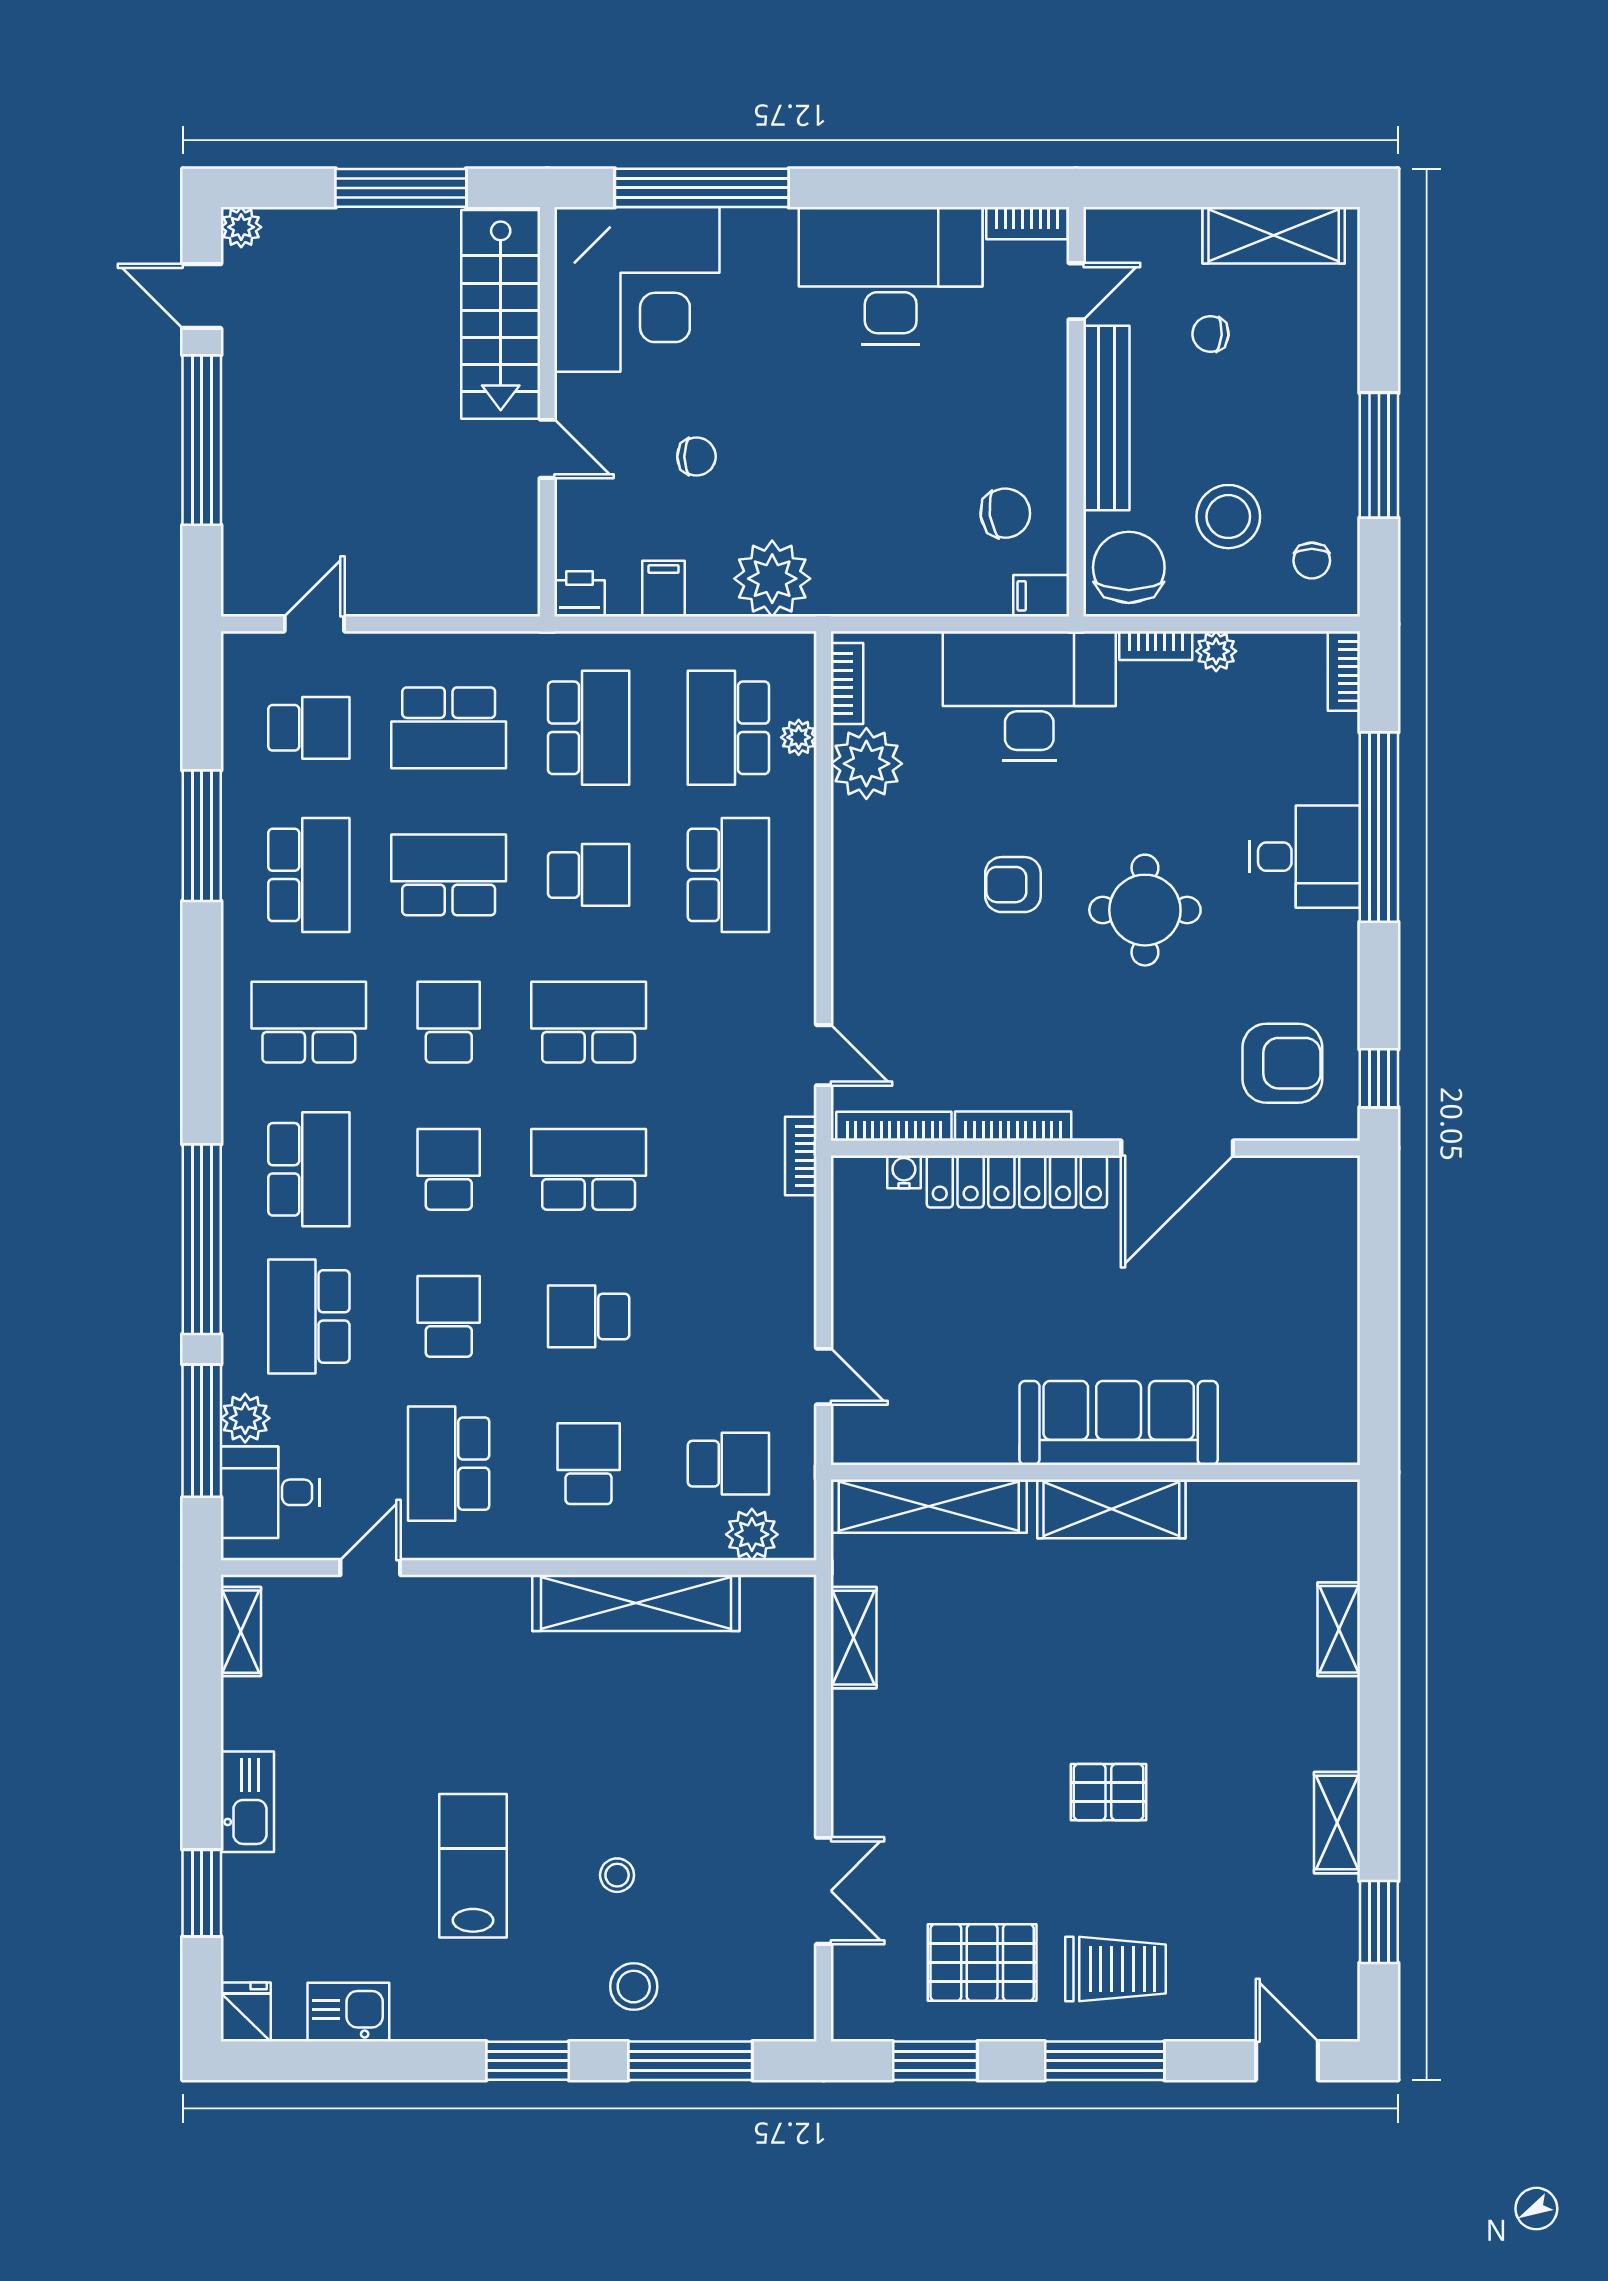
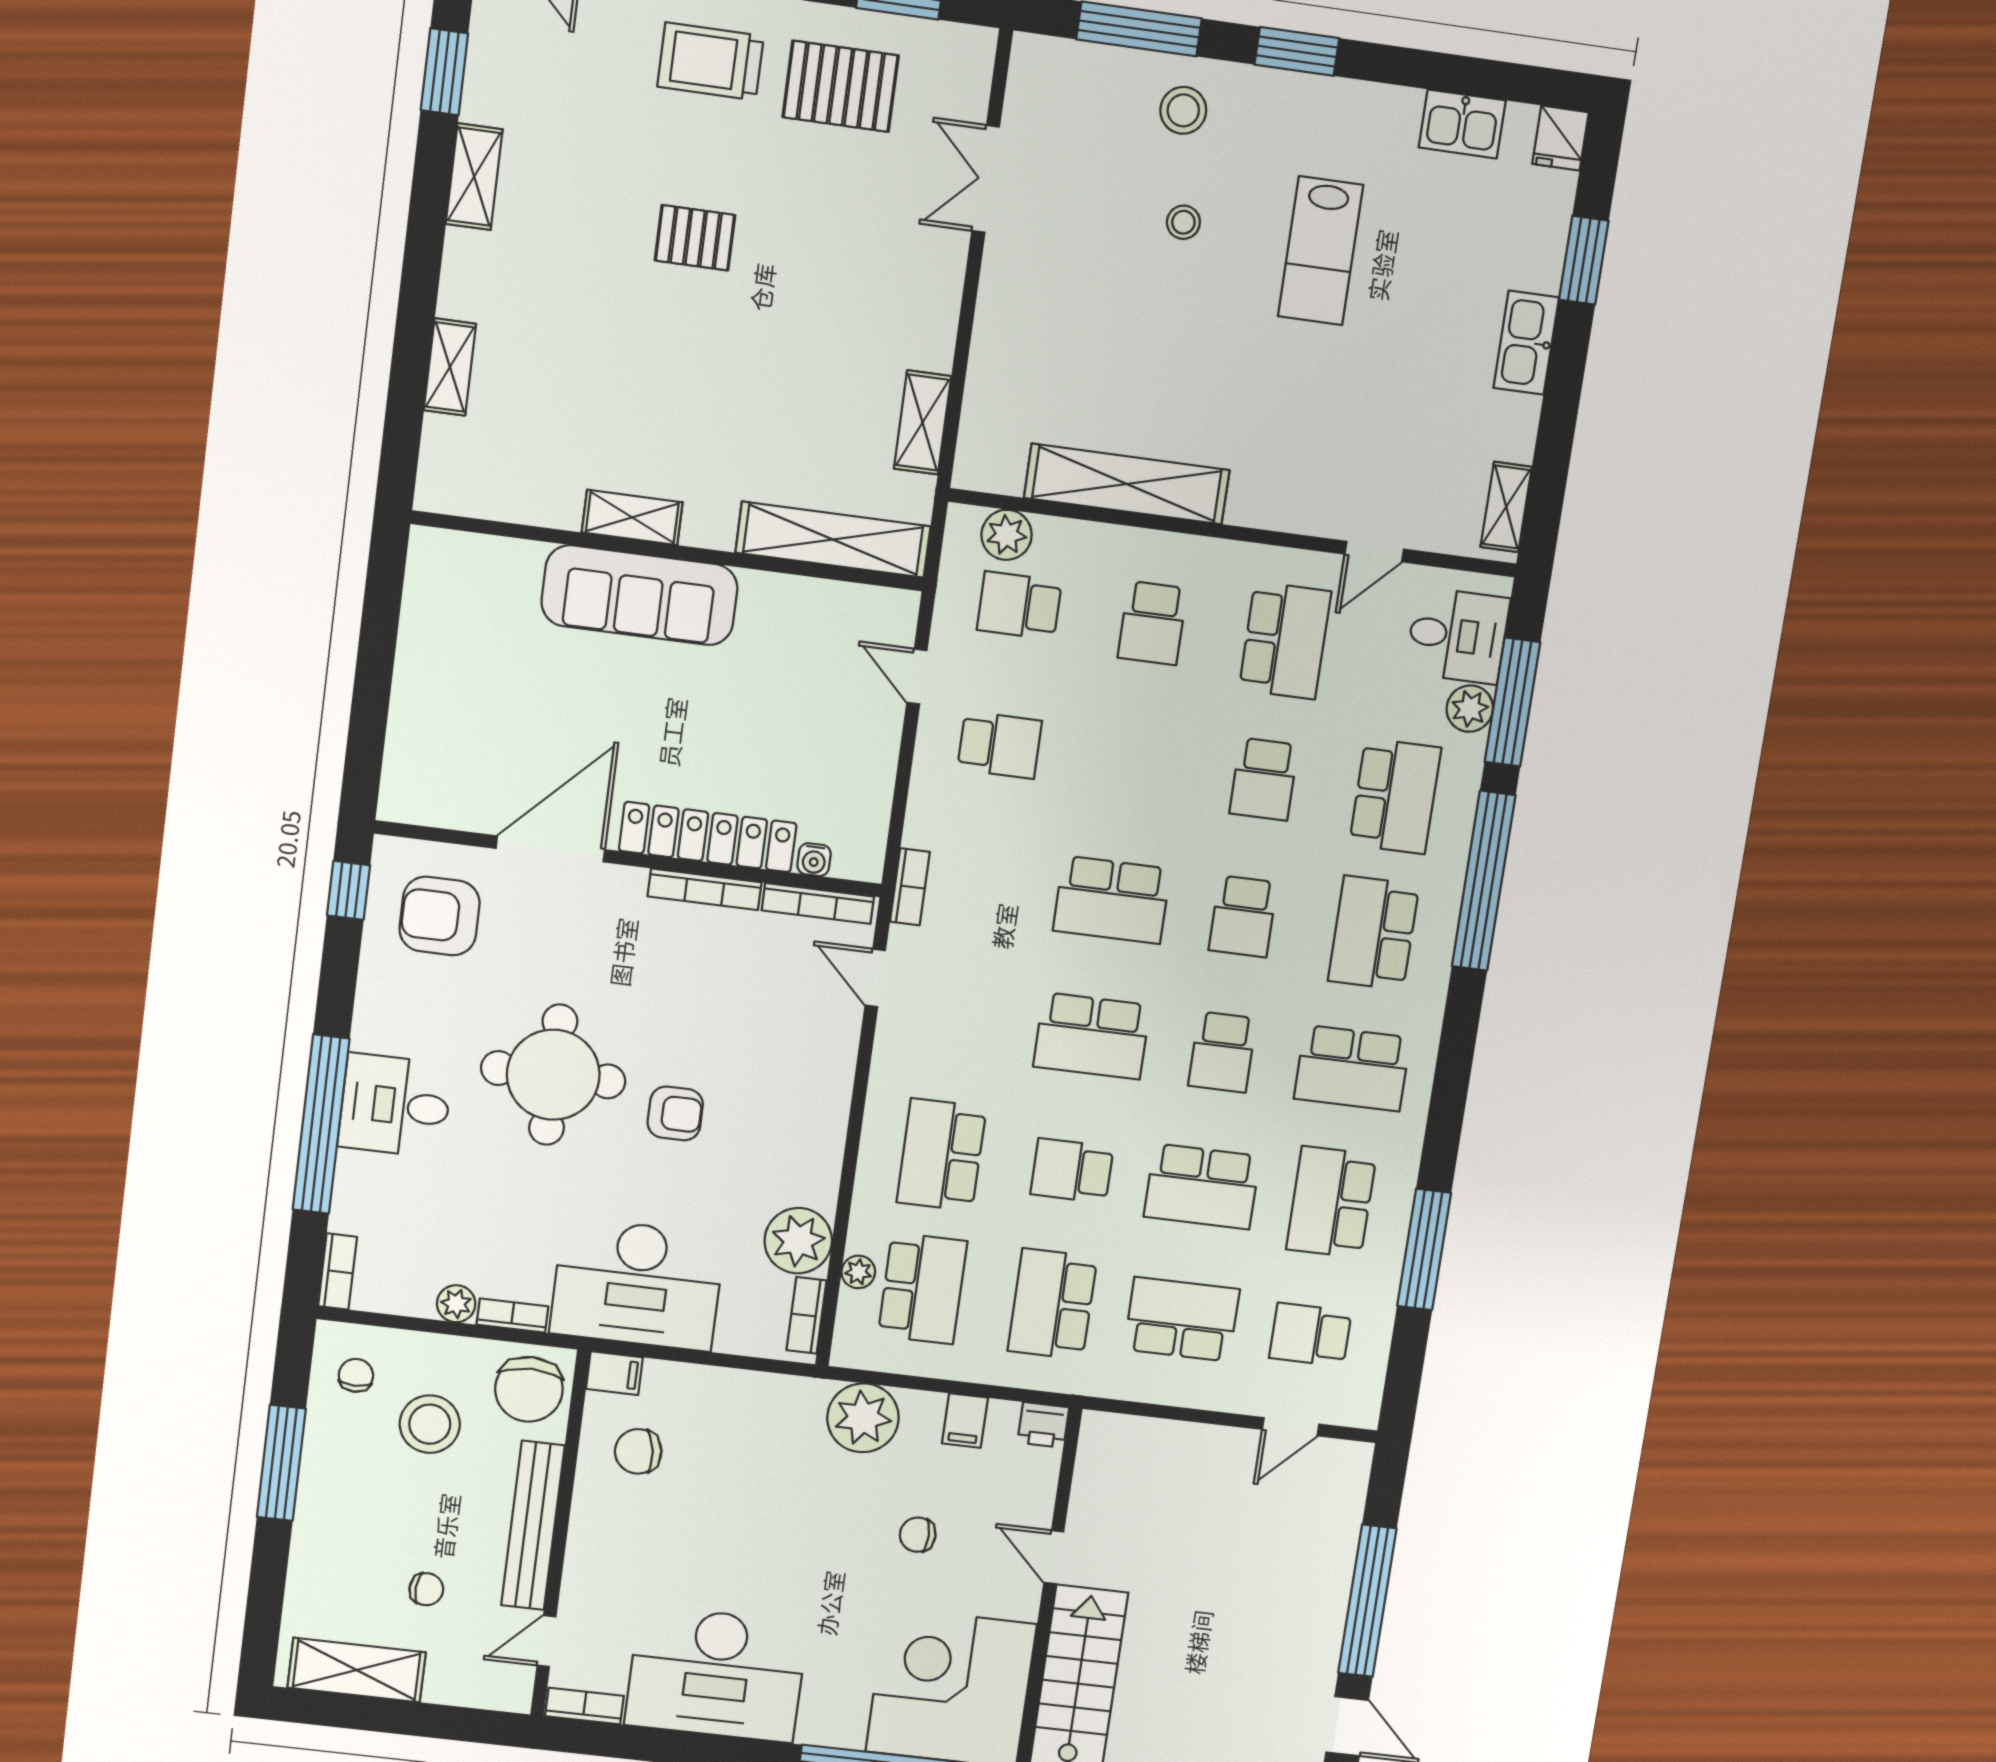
round table: (1145, 910) -> (553, 1075), width x1.36, depth x1.36
school desk: (589, 1316) -> (1000, 745), moved
shelving: (1111, 1509) -> (632, 517), width x0.67, depth x0.75

